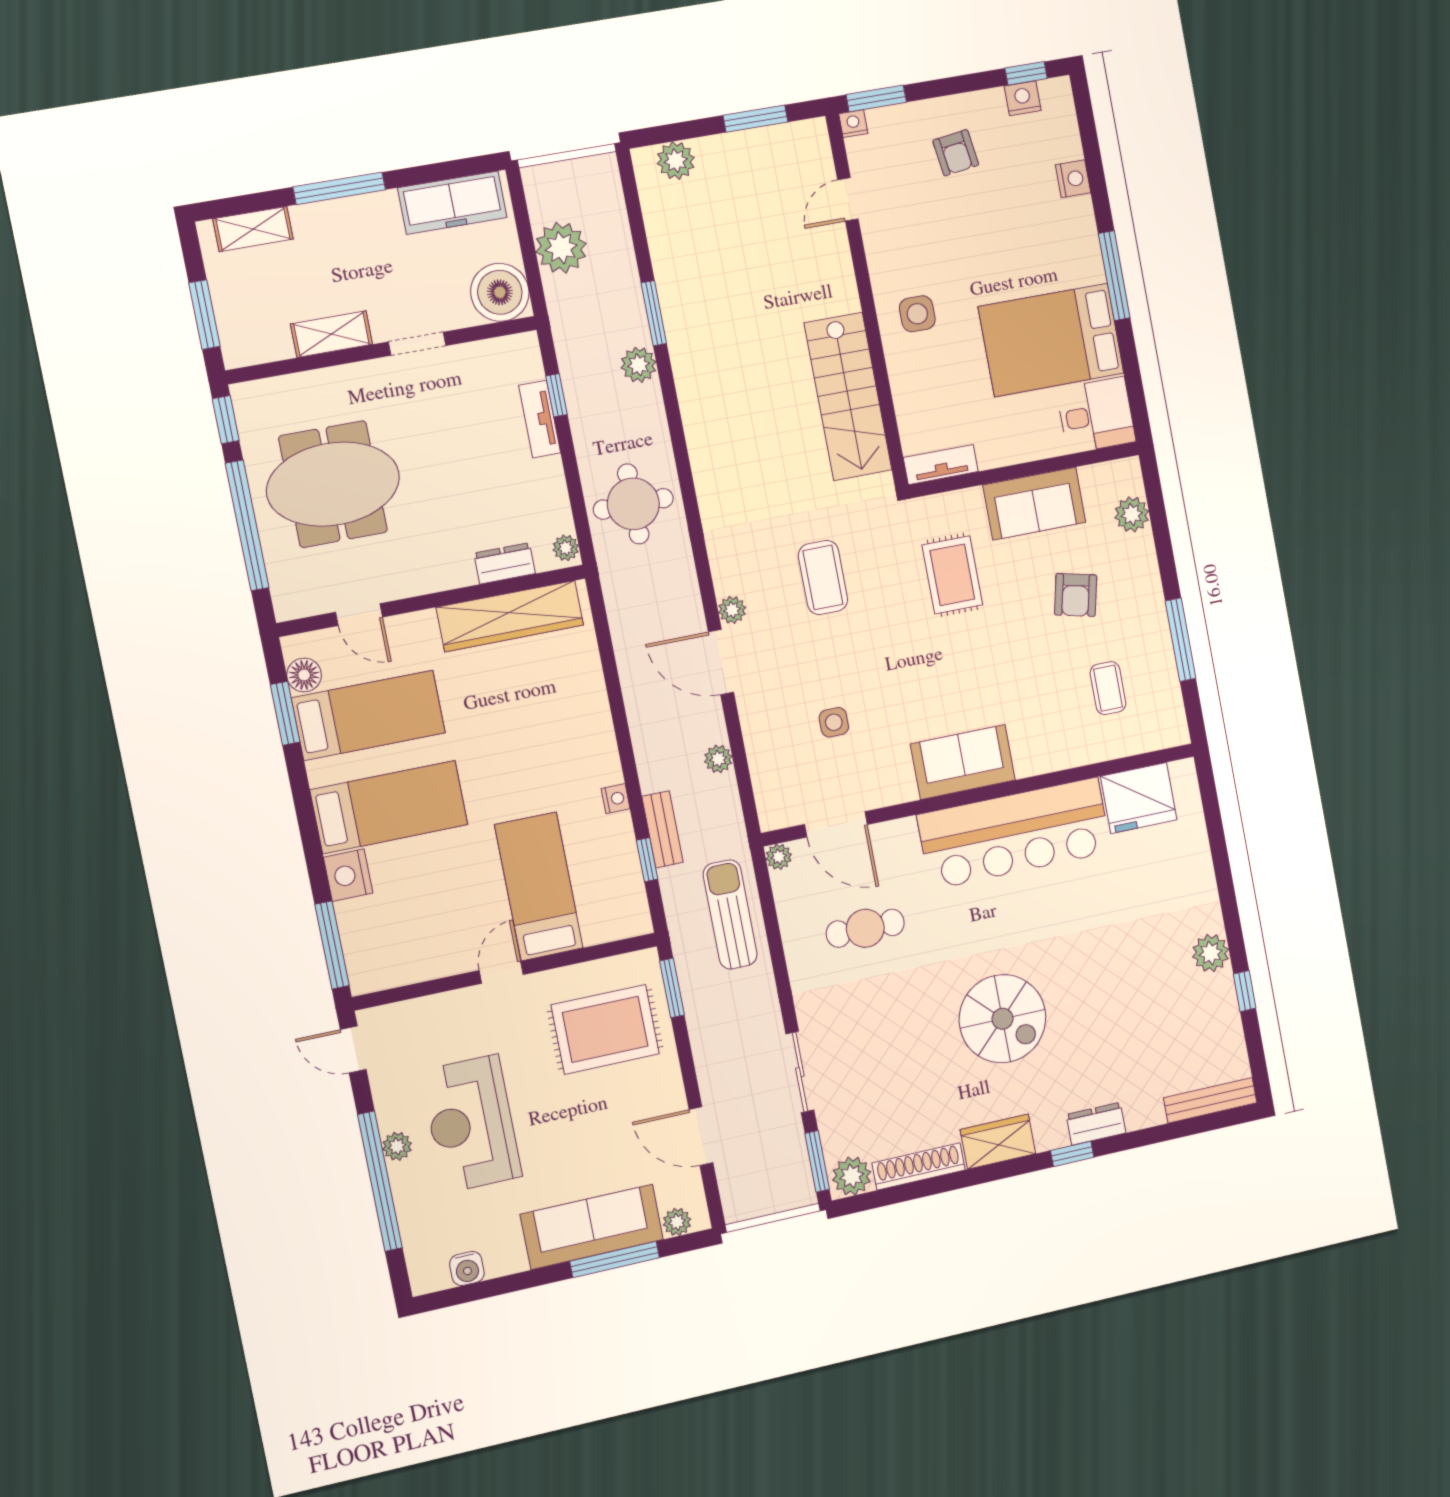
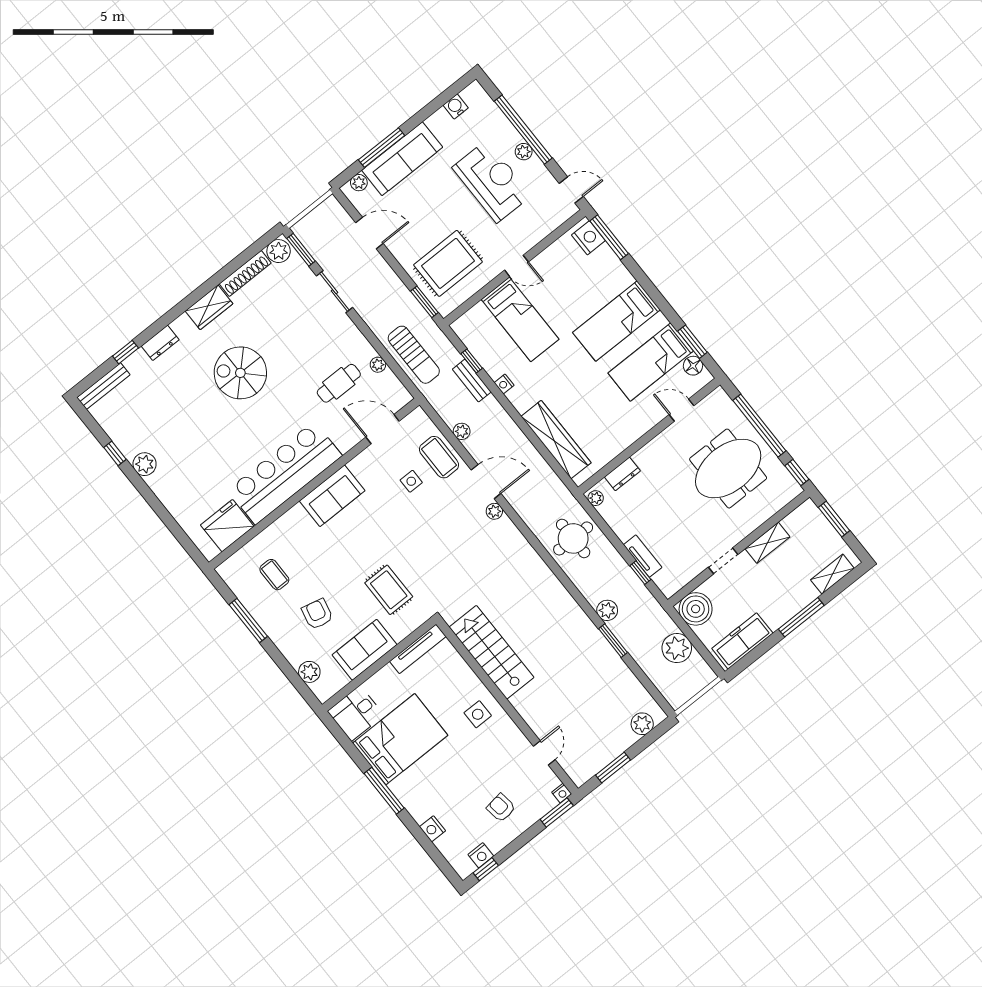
tv unit: (941, 465) -> (418, 649), width x1.41
coffee table: (823, 577) -> (439, 457), moved
wardrobe: (510, 616) -> (556, 440), moved, turned 90
plant: (779, 857) -> (378, 365), moved
nightstand: (348, 875) -> (588, 238), moved
door: (501, 972) -> (516, 266), hinge flipped
window: (1072, 1154) -> (125, 352), moved

